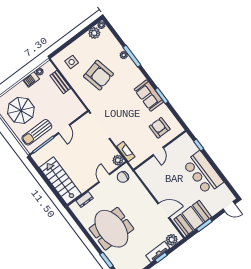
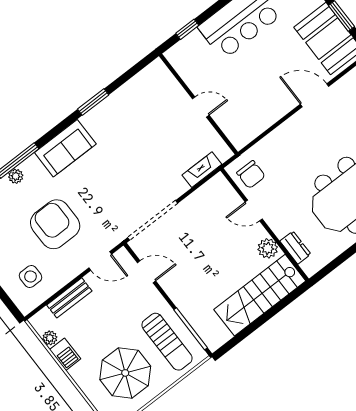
armchair: (99, 75) -> (55, 224), turned -77
sofa: (149, 96) -> (65, 148), moved
door: (79, 98) -> (100, 261), added
armchair: (160, 128) -> (155, 105), removed
door: (64, 129) -> (146, 272), moved
plant: (118, 160) -> (268, 248), moved
door: (164, 211) -> (315, 95), hinge flipped

